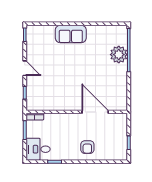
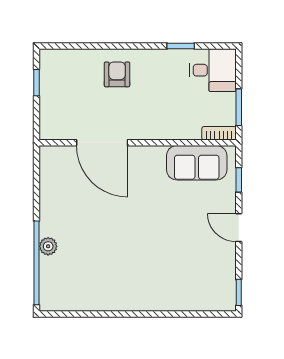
sofa: (71, 34) -> (197, 163), moved, turned 180
plant: (119, 55) -> (48, 246), width x0.53, depth x0.53

